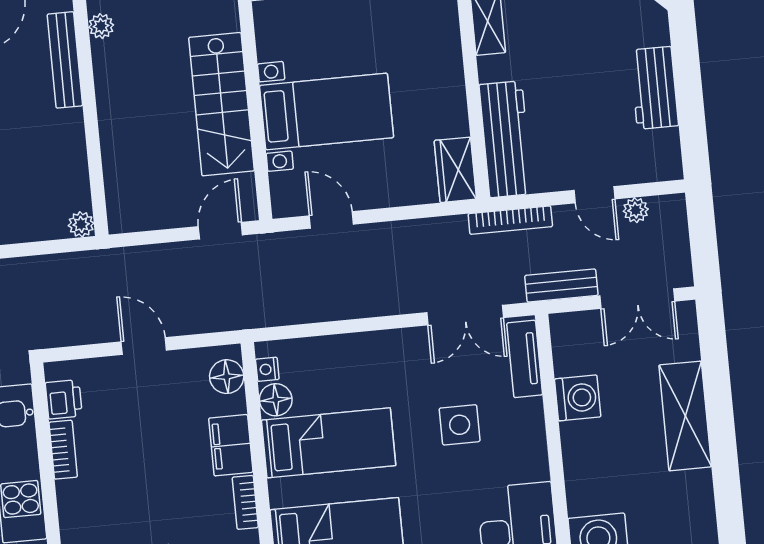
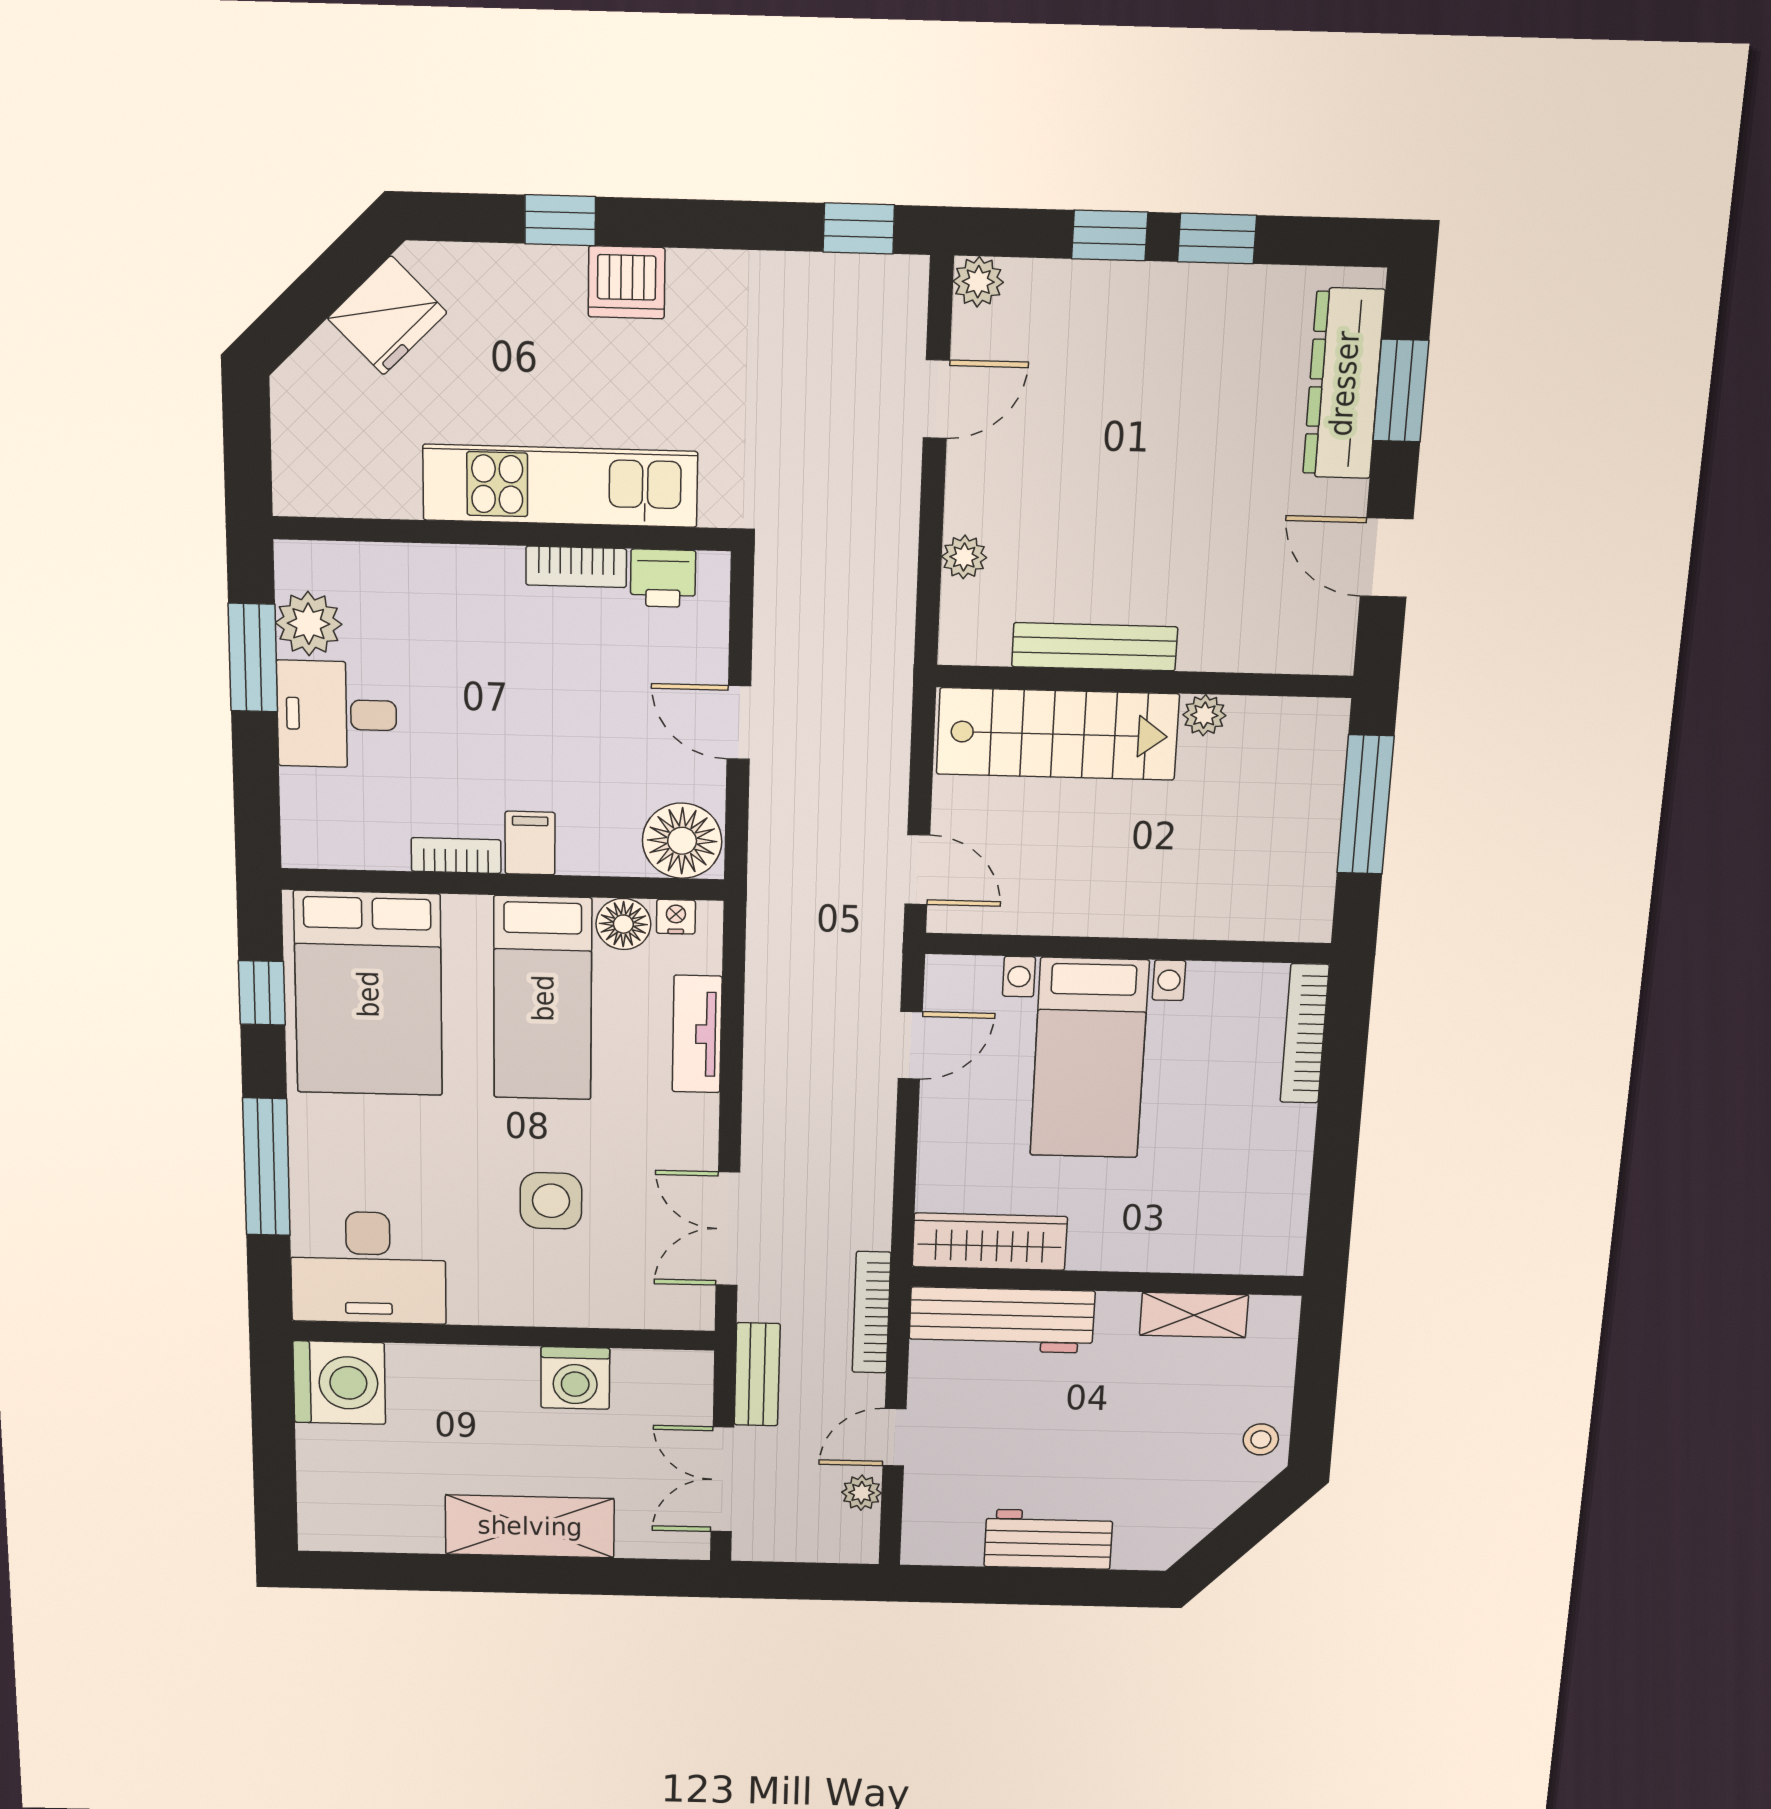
plant: (101, 26) -> (1204, 715), moved
bench: (65, 60) -> (1095, 647), moved
stairs: (221, 104) -> (1058, 734), moved, turned 180
wardrobe: (455, 170) -> (990, 1242), width x1.50
plant: (81, 224) -> (964, 557), moved
door: (144, 346) -> (739, 723), swing flipped
tv unit: (525, 359) -> (697, 1034), moved, turned -90
floor lamp: (227, 377) -> (682, 841), width x1.38, depth x1.38
filing cabinet: (231, 445) -> (530, 843), width x0.50

